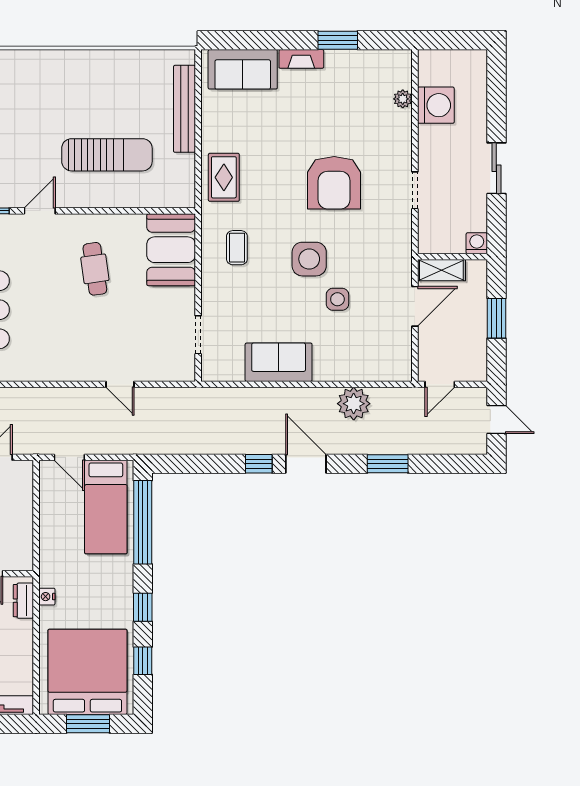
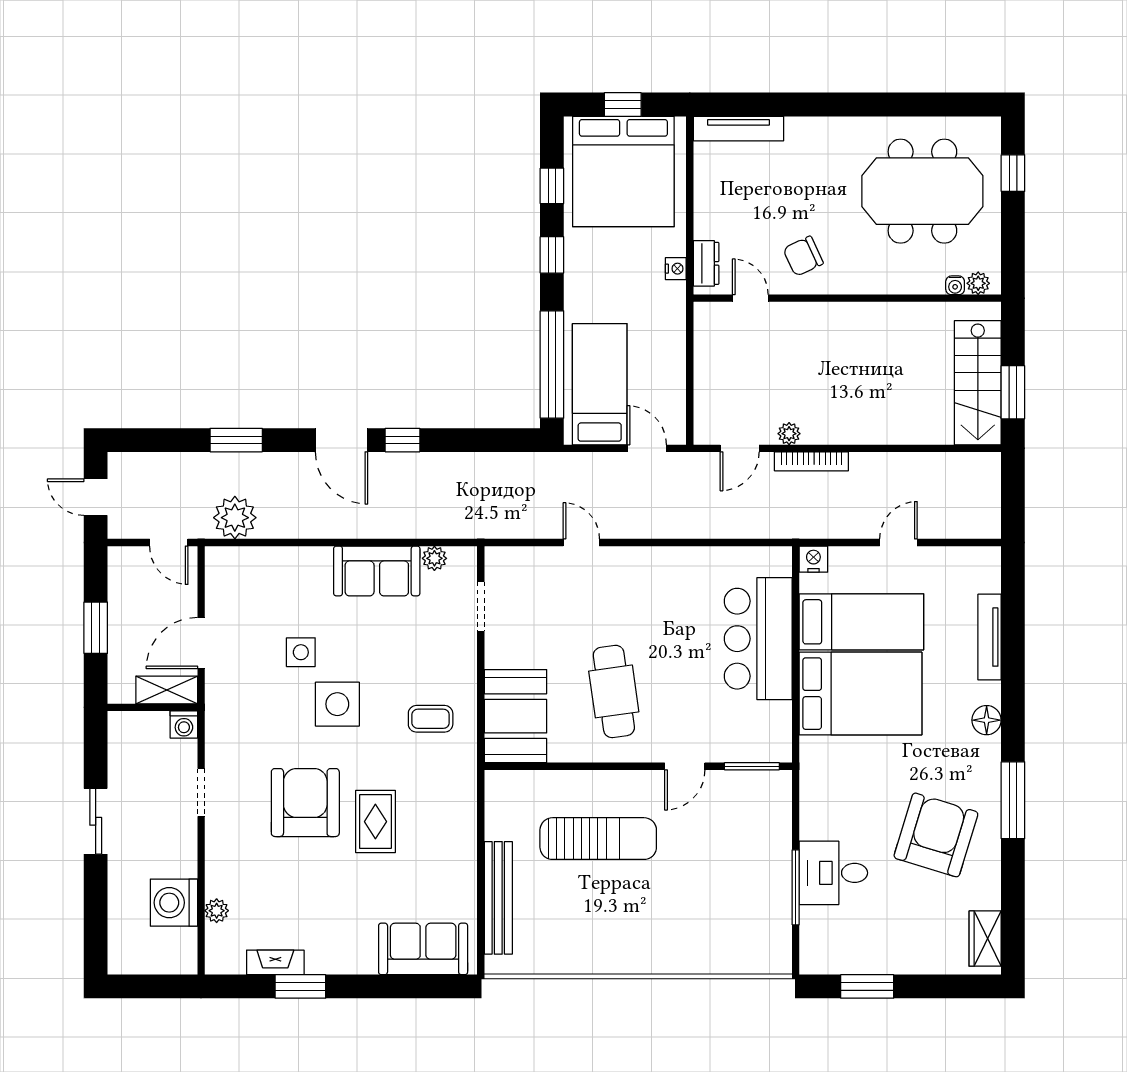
fireplace: (301, 59) -> (275, 962), moved
sun lounger: (107, 155) -> (598, 839), turned 180
rug: (224, 177) -> (375, 822), moved
washing machine: (477, 243) -> (184, 725), moved
coffee table: (237, 248) -> (431, 719), turned 90
cafe table: (95, 269) -> (614, 691), width x1.37, depth x1.35
plant: (234, 372) -> (434, 558), added
door: (440, 384) -> (169, 543), swing flipped
plant: (354, 404) -> (235, 518), moved
window: (88, 724) -> (623, 104), width x0.67

